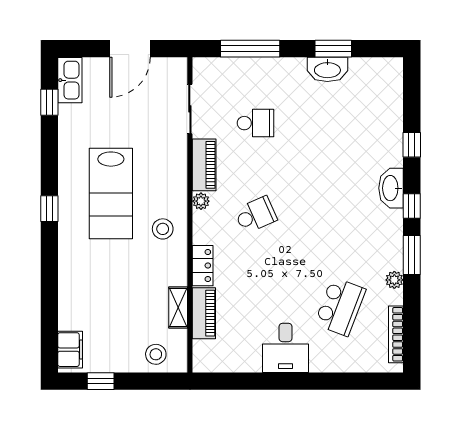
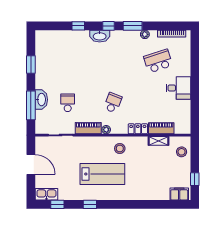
washbasin: (327, 69) -> (41, 100), moved
window: (49, 209) -> (90, 204), moved
school desk: (256, 215) -> (113, 103), turned 45
school desk: (340, 307) -> (158, 61), turned -39

